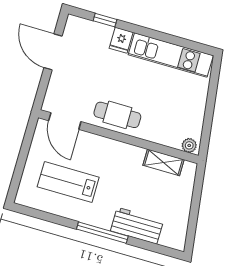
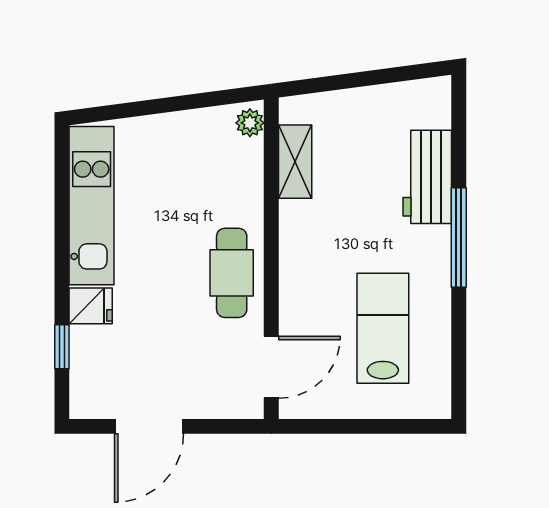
lab bench: (68, 182) -> (383, 328), turned 180

